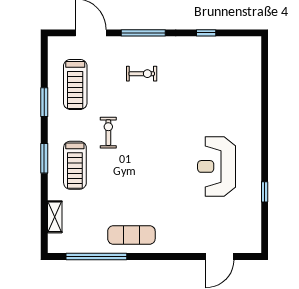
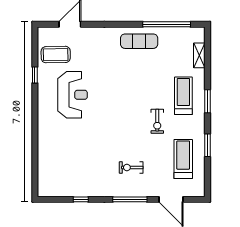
coffee table: (238, 218) -> (56, 55), added

